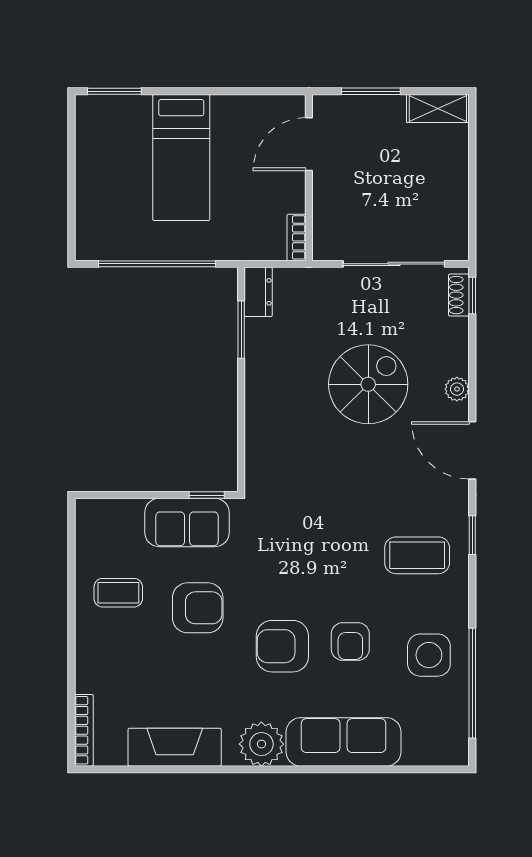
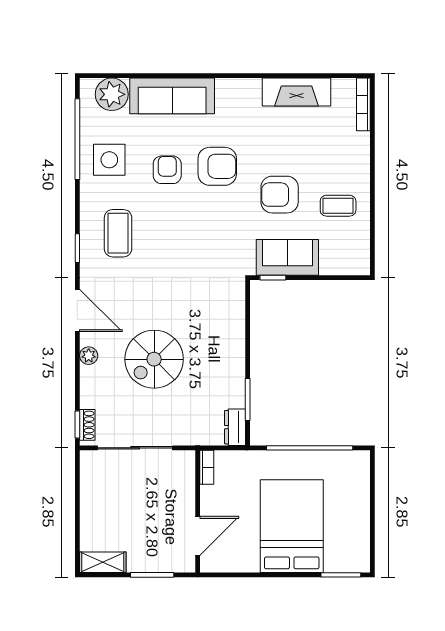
bed: (181, 158) -> (292, 526), width x1.50
coffee table: (417, 555) -> (118, 233), turned 90
plant: (261, 744) -> (112, 94), moved

